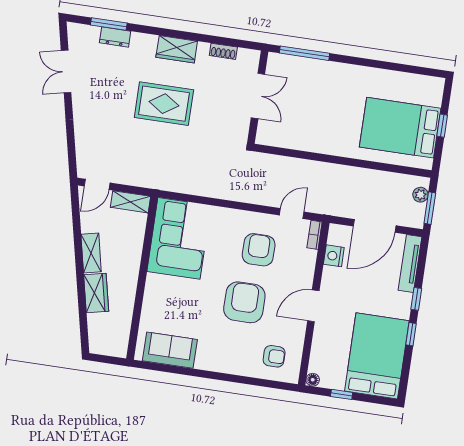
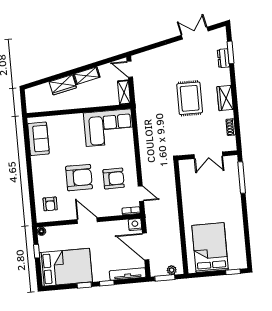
window: (442, 126) -> (233, 272), moved
nightstand: (334, 256) -> (135, 225), moved

